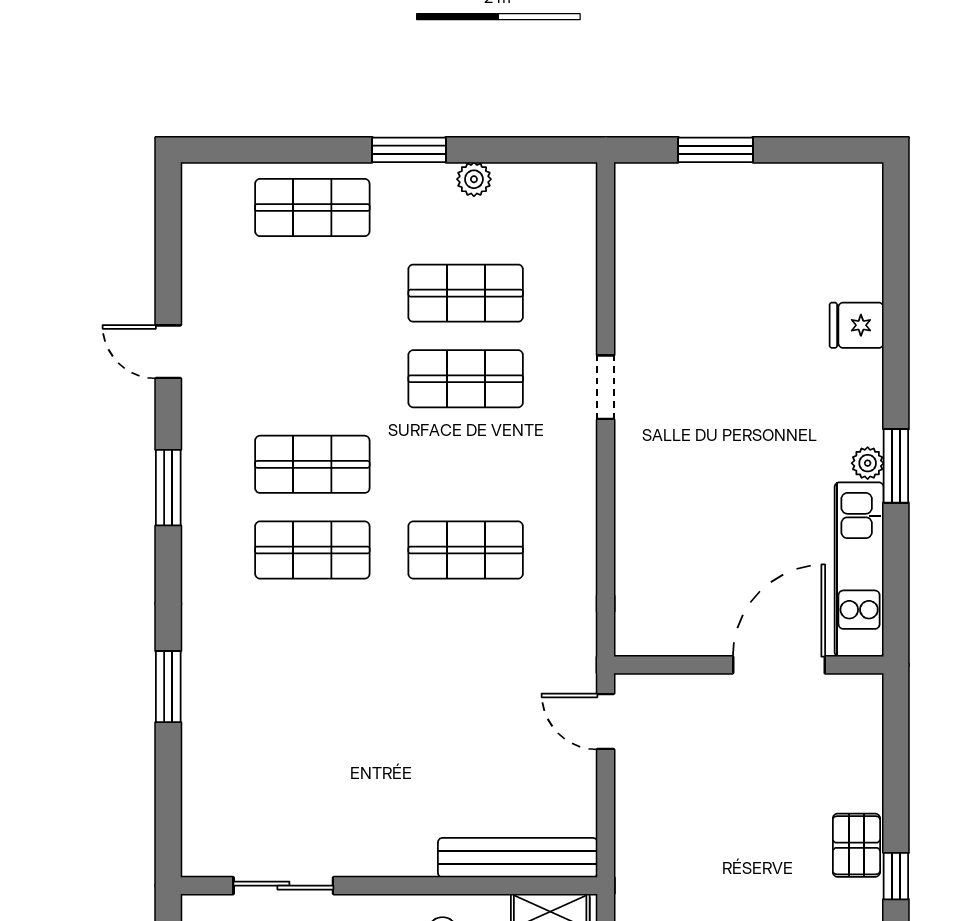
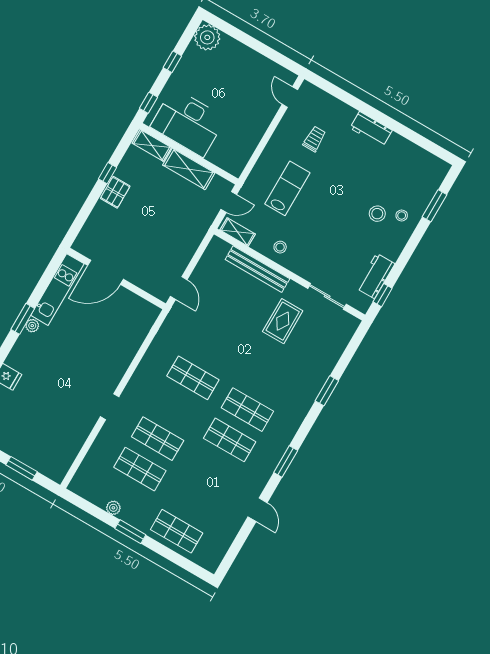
rug: (346, 779) -> (283, 321), added
bench: (518, 858) -> (257, 269), moved

